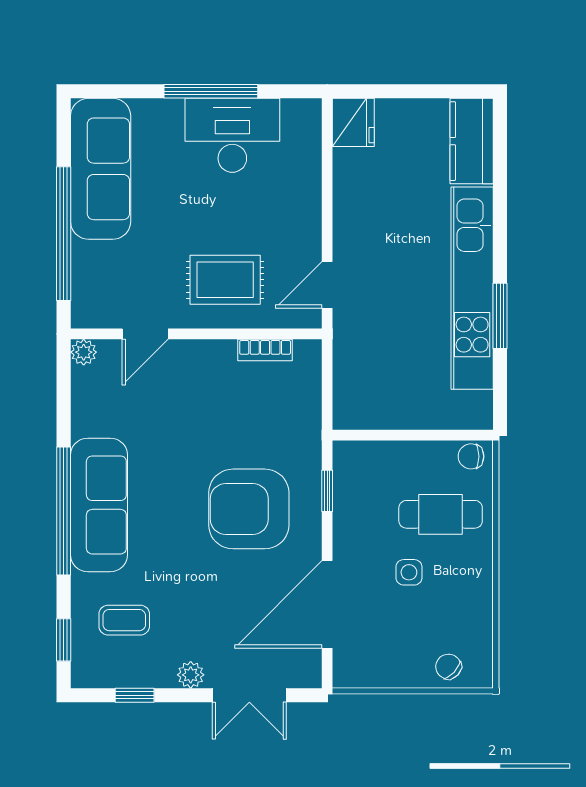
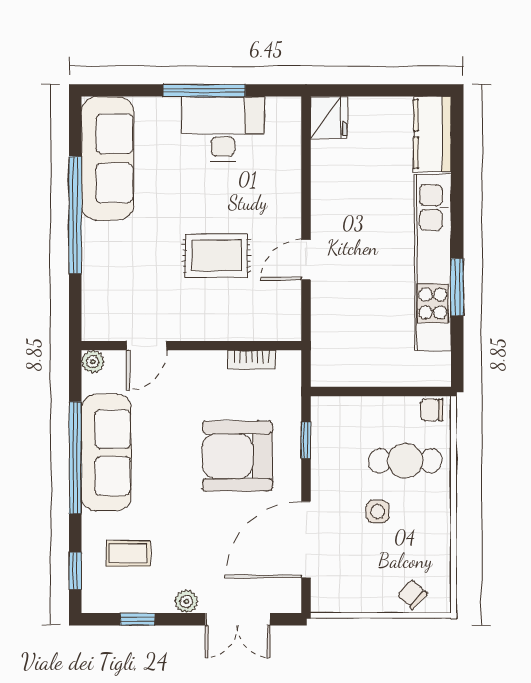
door: (145, 334) -> (147, 346), moved
wall: (196, 334) -> (191, 346), moved
bookcase: (265, 350) -> (252, 360), moved
plant: (84, 352) -> (93, 362), moved

